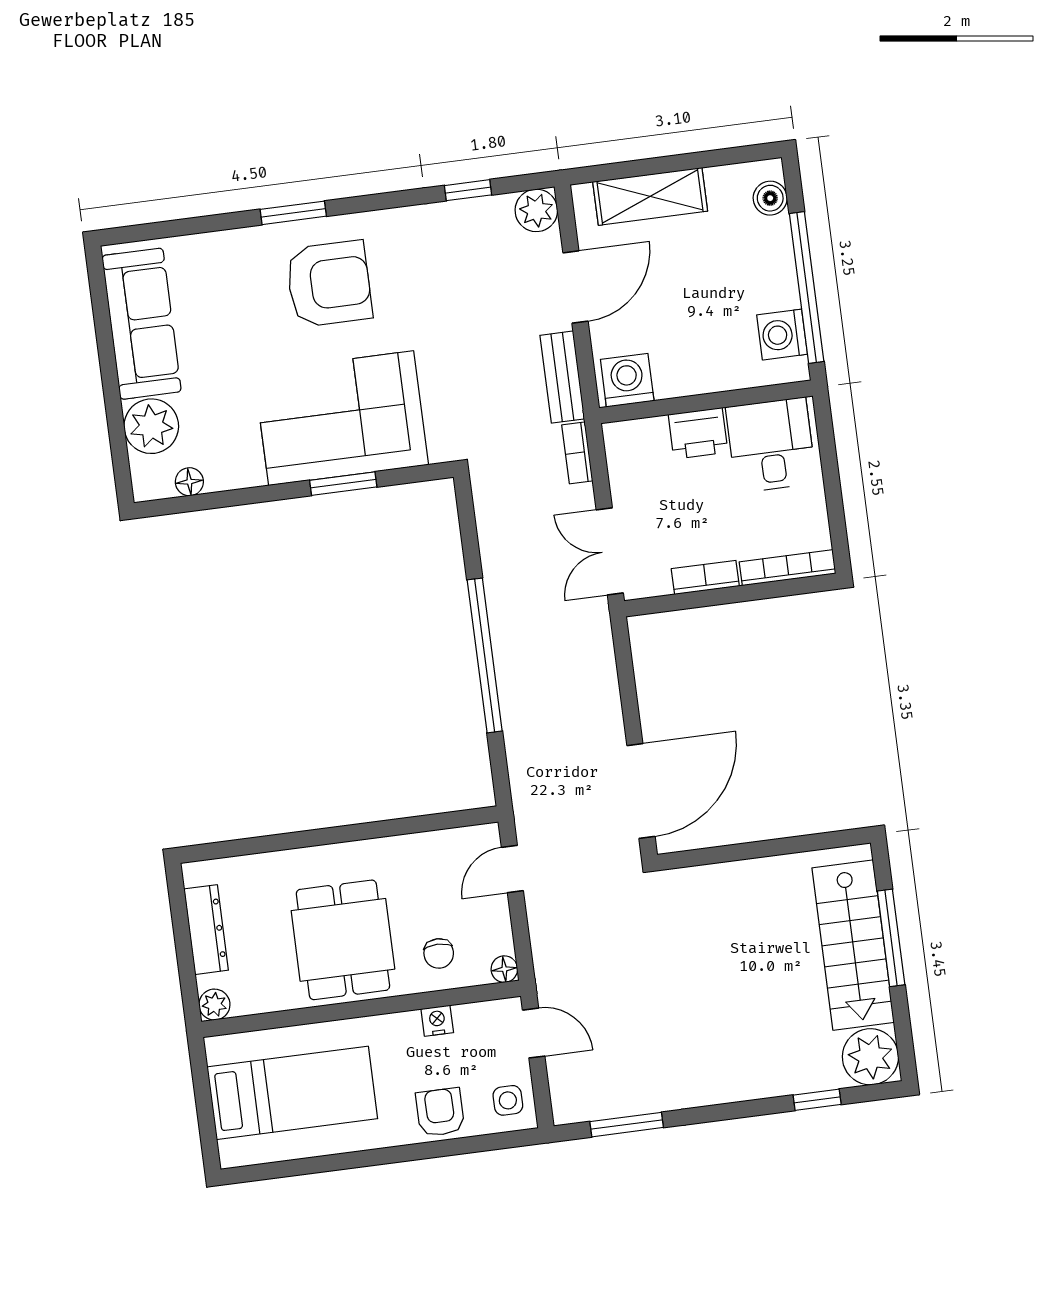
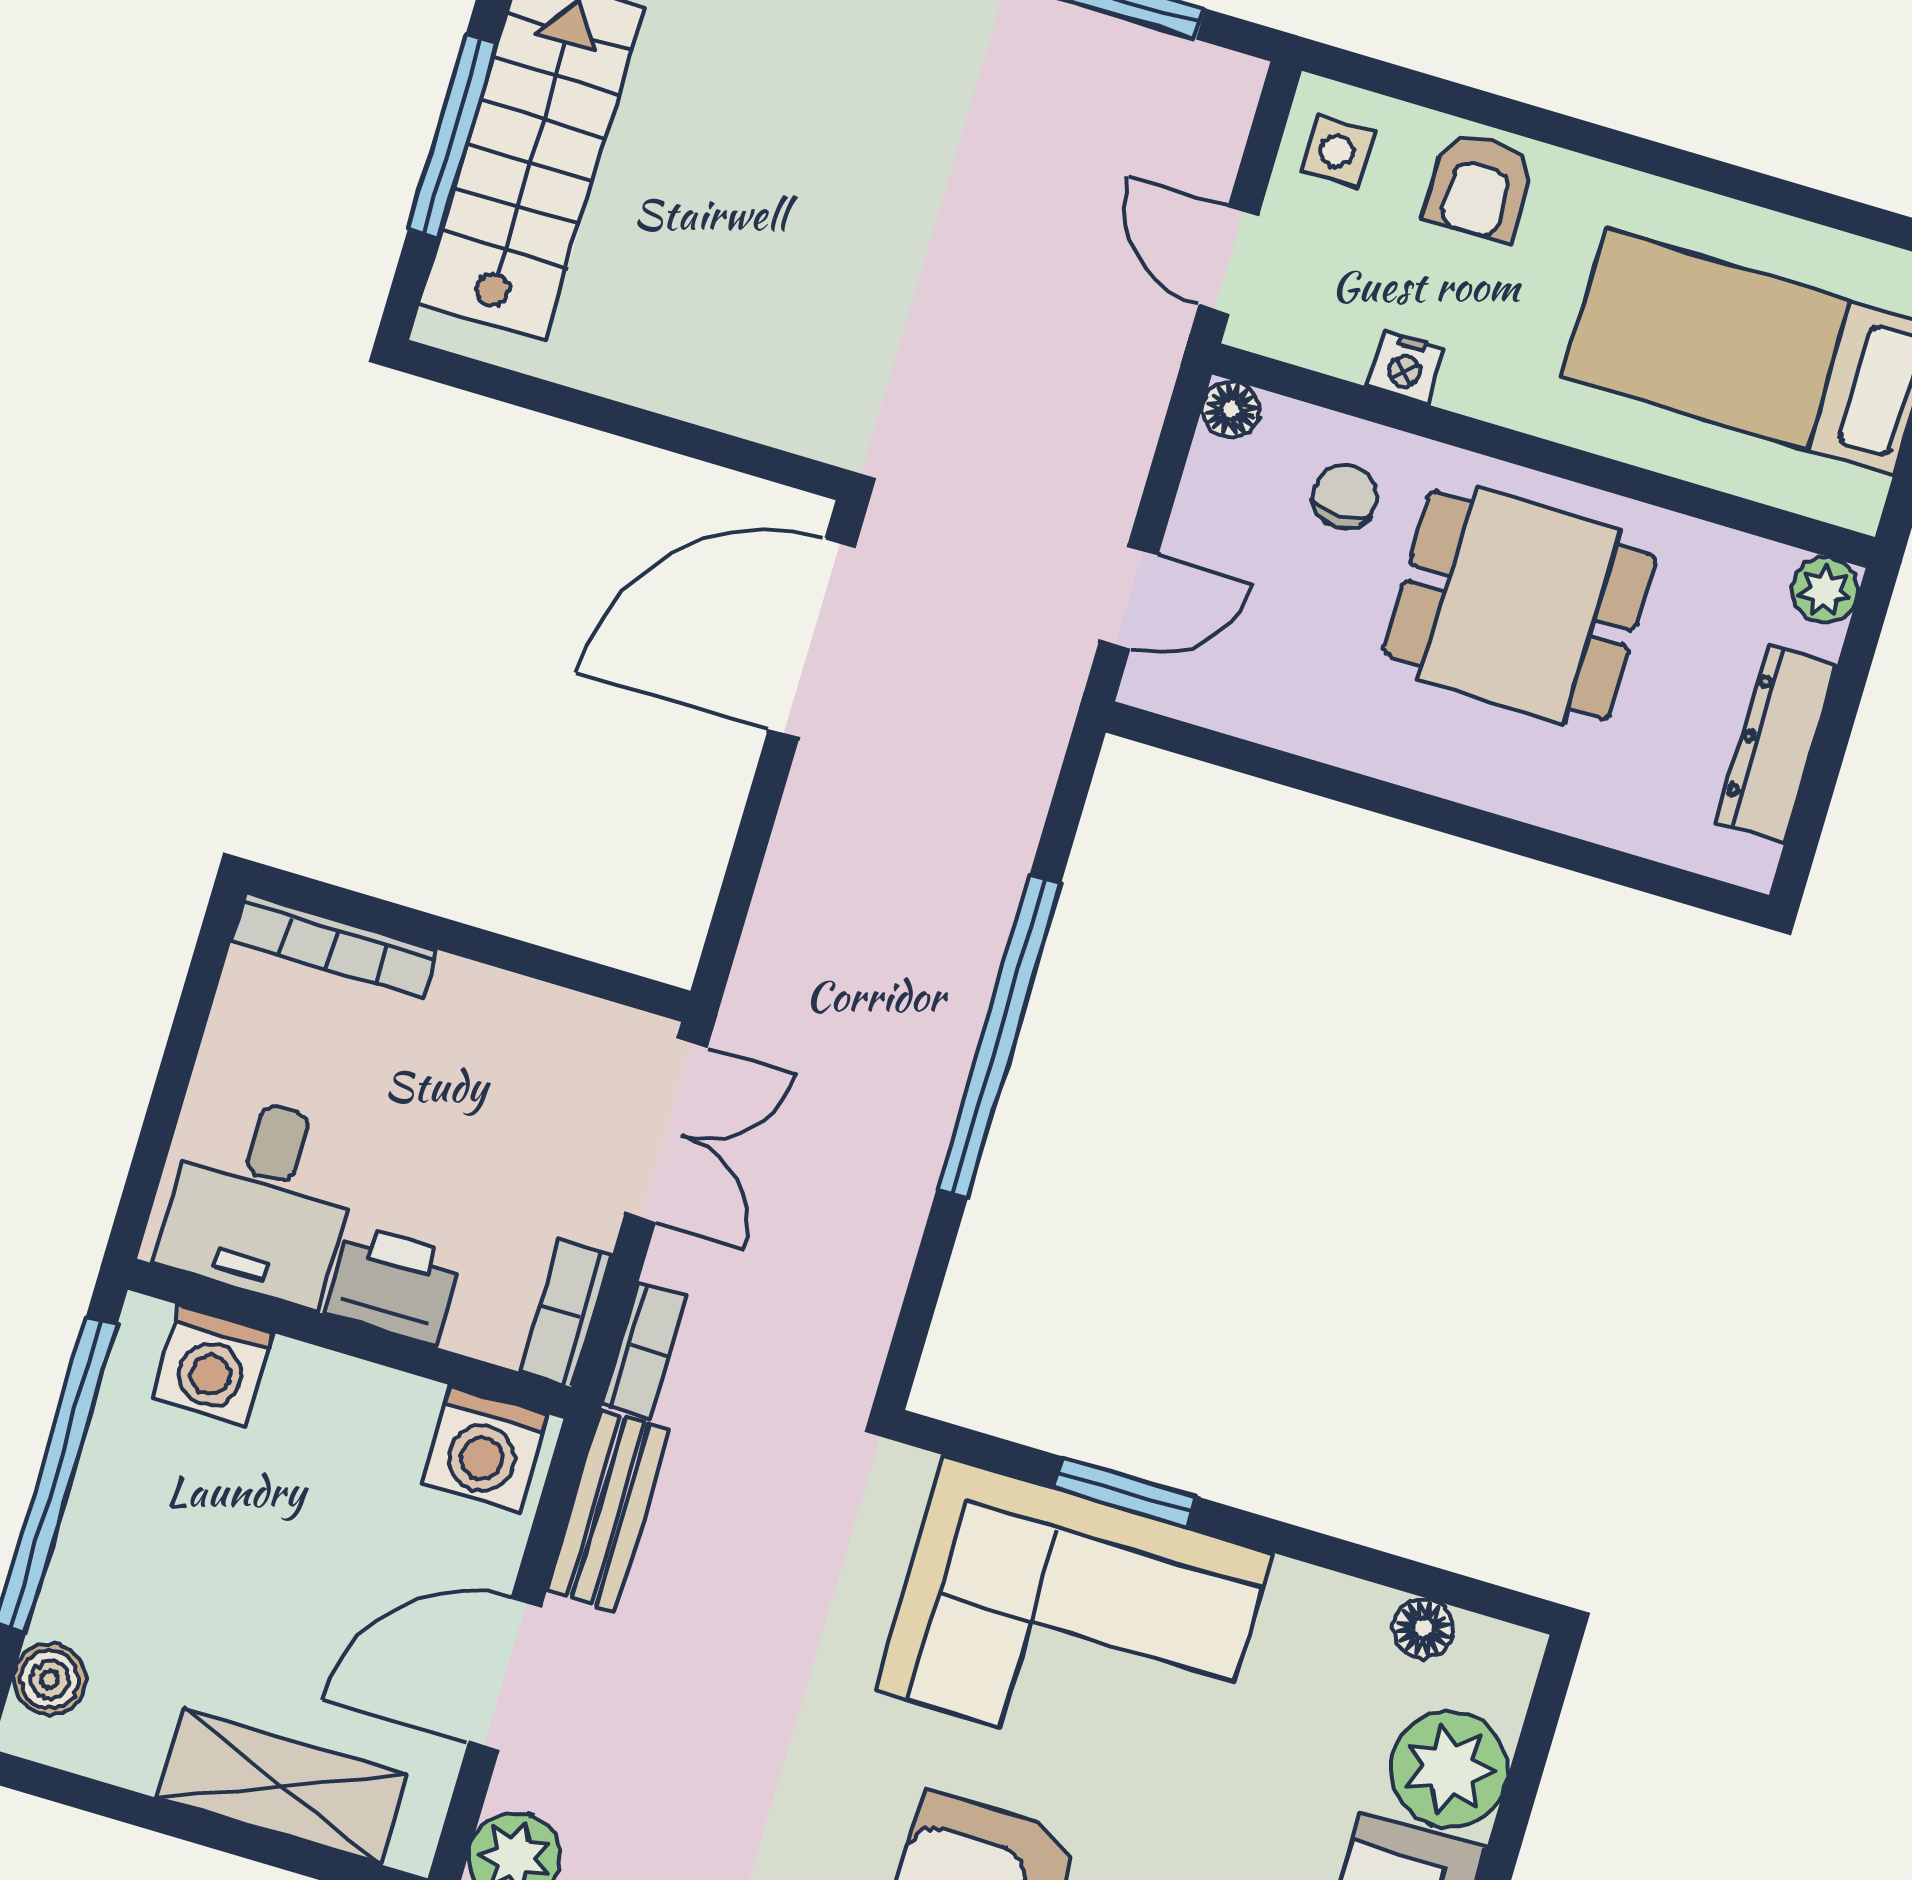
washing machine: (782, 335) -> (213, 1365), moved, turned 90
bookcase: (705, 577) -> (566, 1313), moved, turned 90
dining table: (343, 940) -> (1519, 605), turned 90

